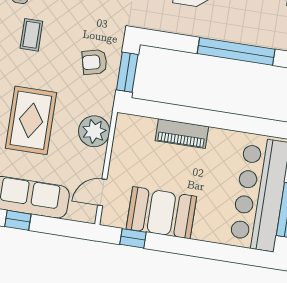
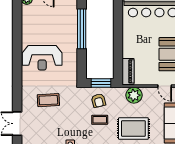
coffee table: (31, 35) -> (100, 120), moved
piano: (182, 134) -> (128, 71), moved

